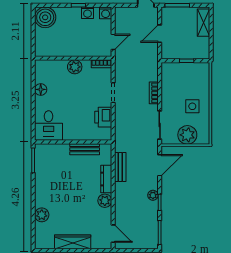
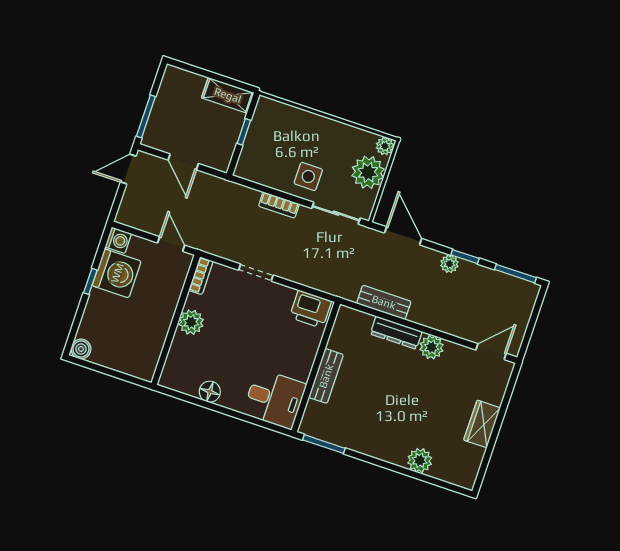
washing machine: (87, 13) -> (117, 273), width x1.89, depth x1.89
boiler: (45, 17) -> (81, 349), width x0.54, depth x0.54
shelving: (203, 23) -> (228, 95), moved
side table: (192, 106) -> (308, 176), moved
printer: (103, 117) -> (310, 309), moved
plant: (204, 139) -> (385, 146), added
bench: (85, 149) -> (326, 376), moved
wardrobe: (73, 242) -> (482, 424), width x0.67

